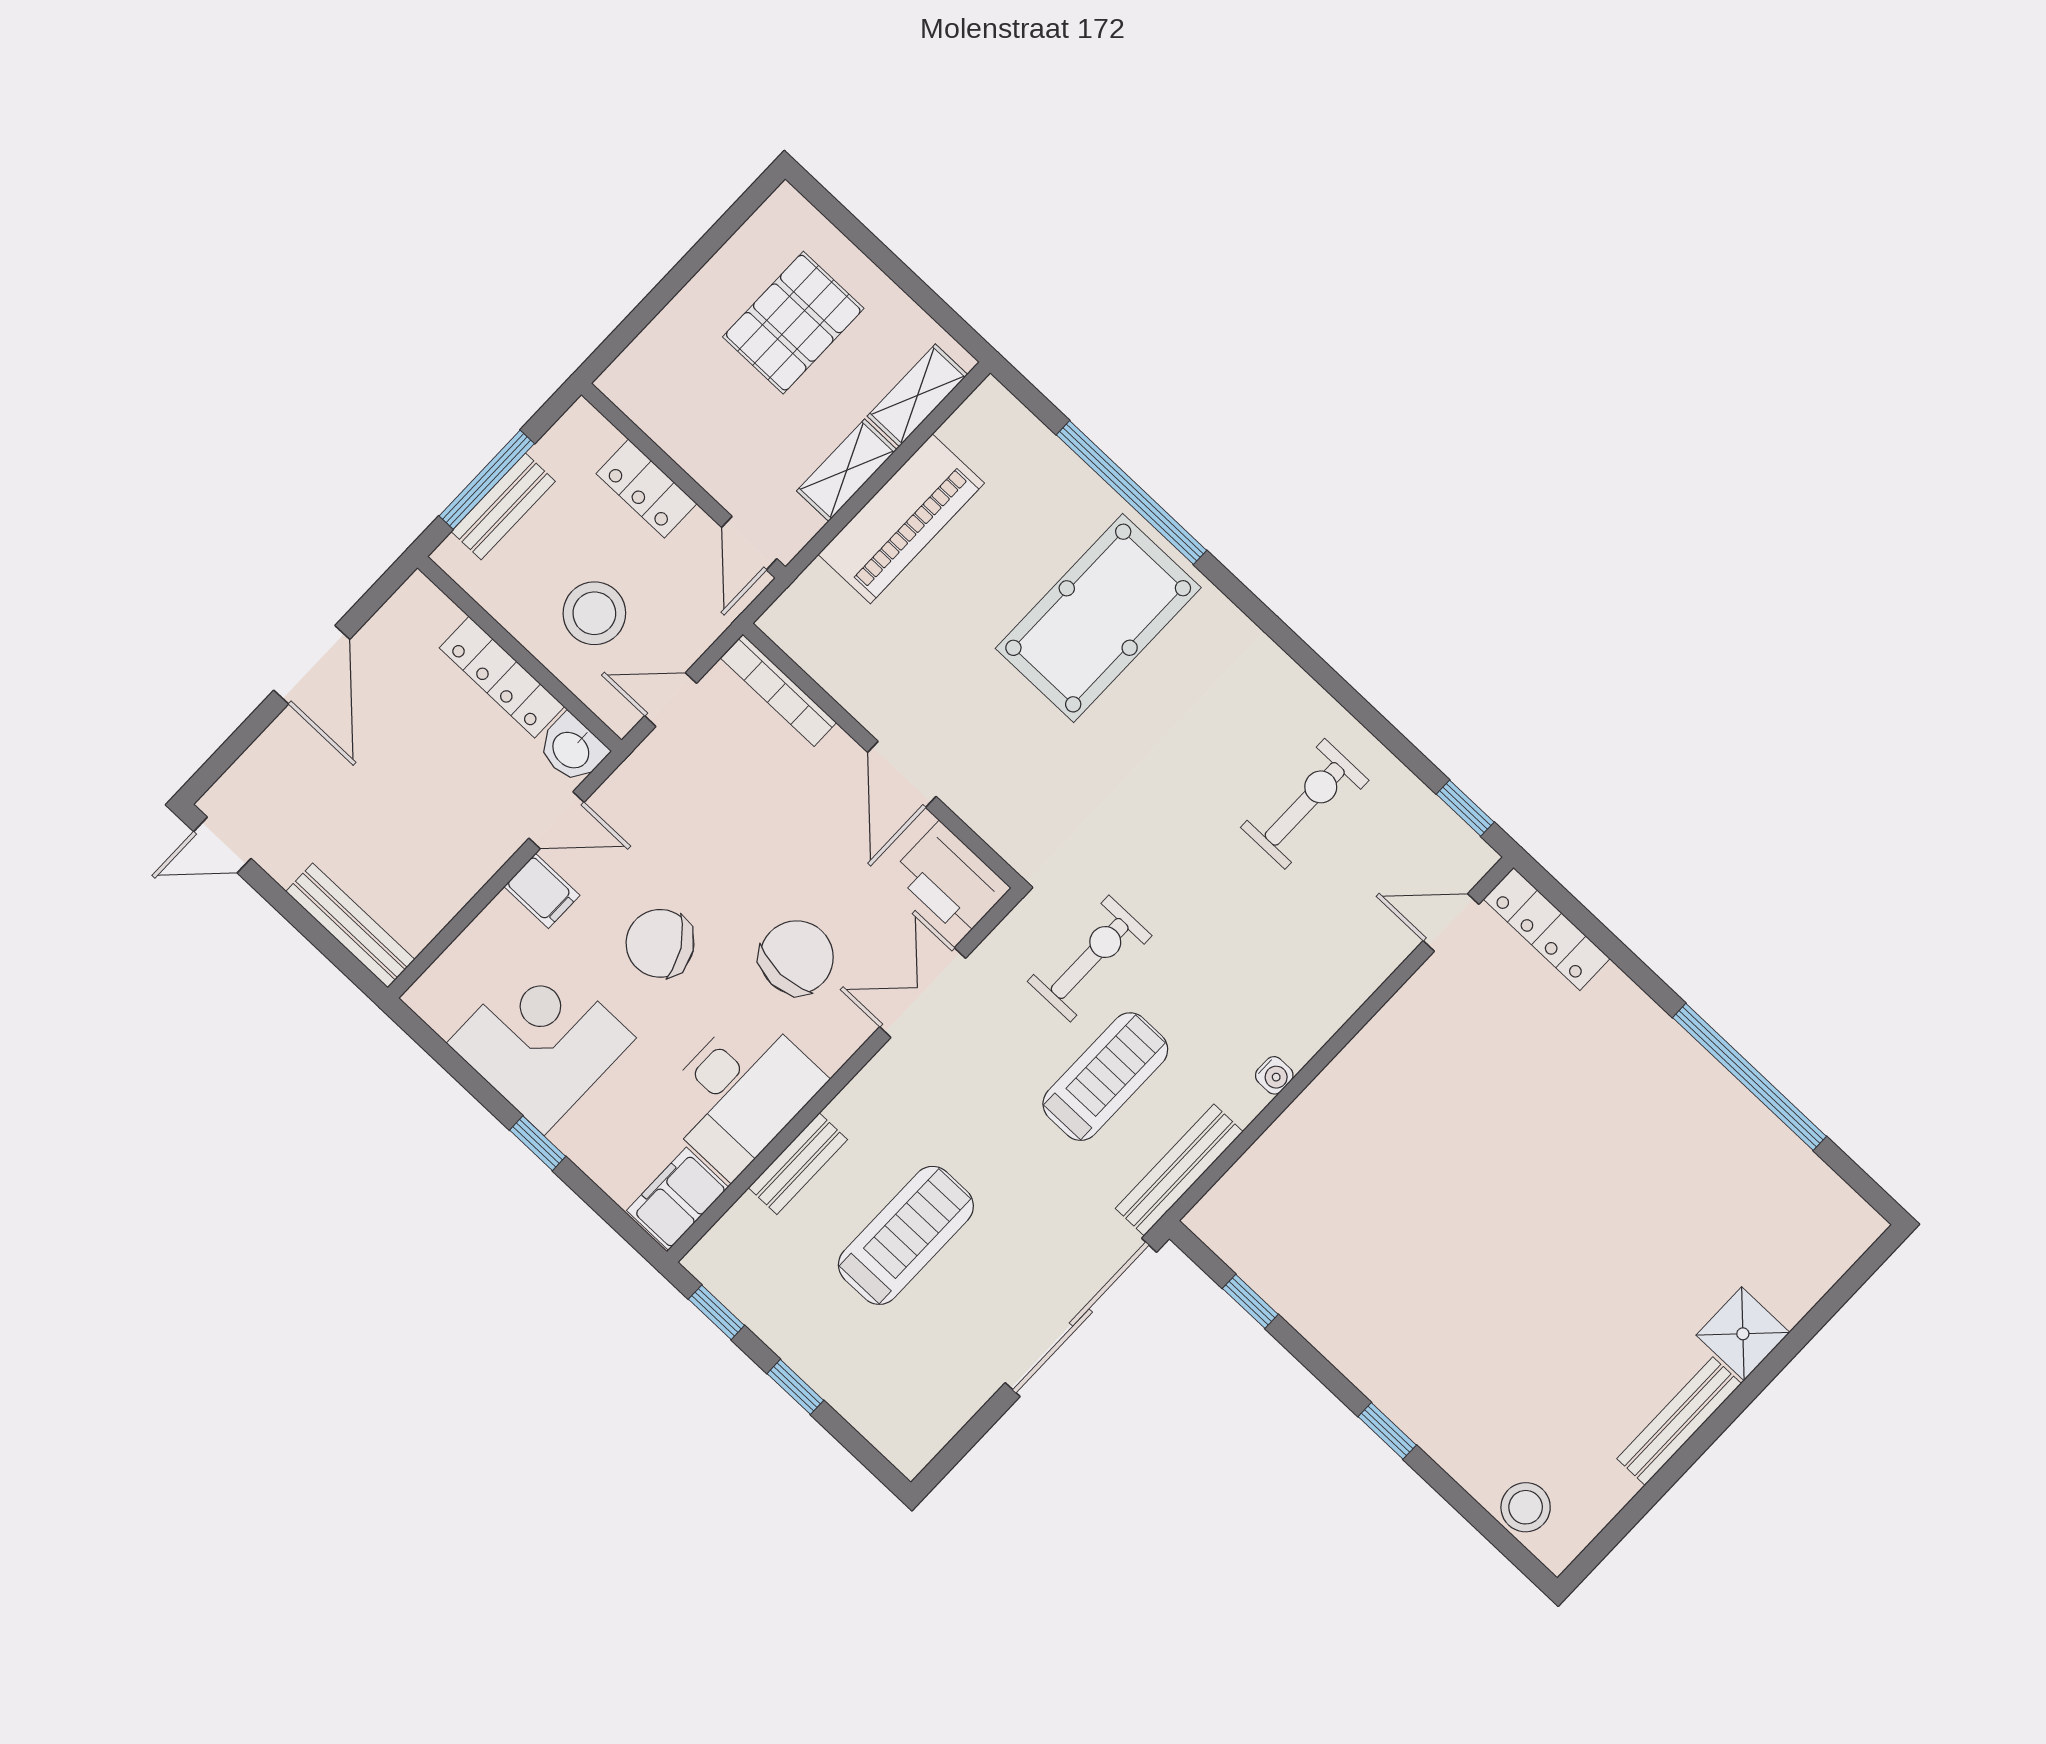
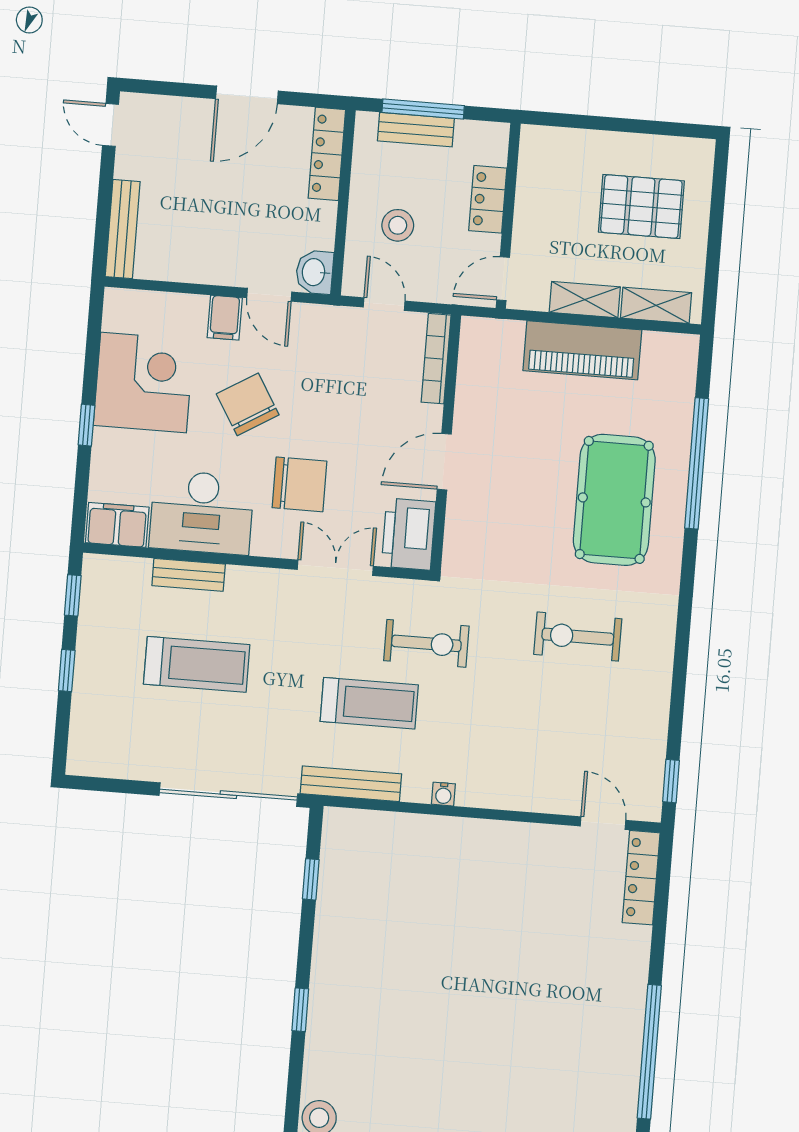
stool: (594, 613) -> (398, 225), width x0.73, depth x0.73
pool table: (1098, 618) -> (614, 500), turned 90
locker: (502, 677) -> (327, 154), moved
exercise bike: (1305, 804) -> (578, 637), moved, turned 180

